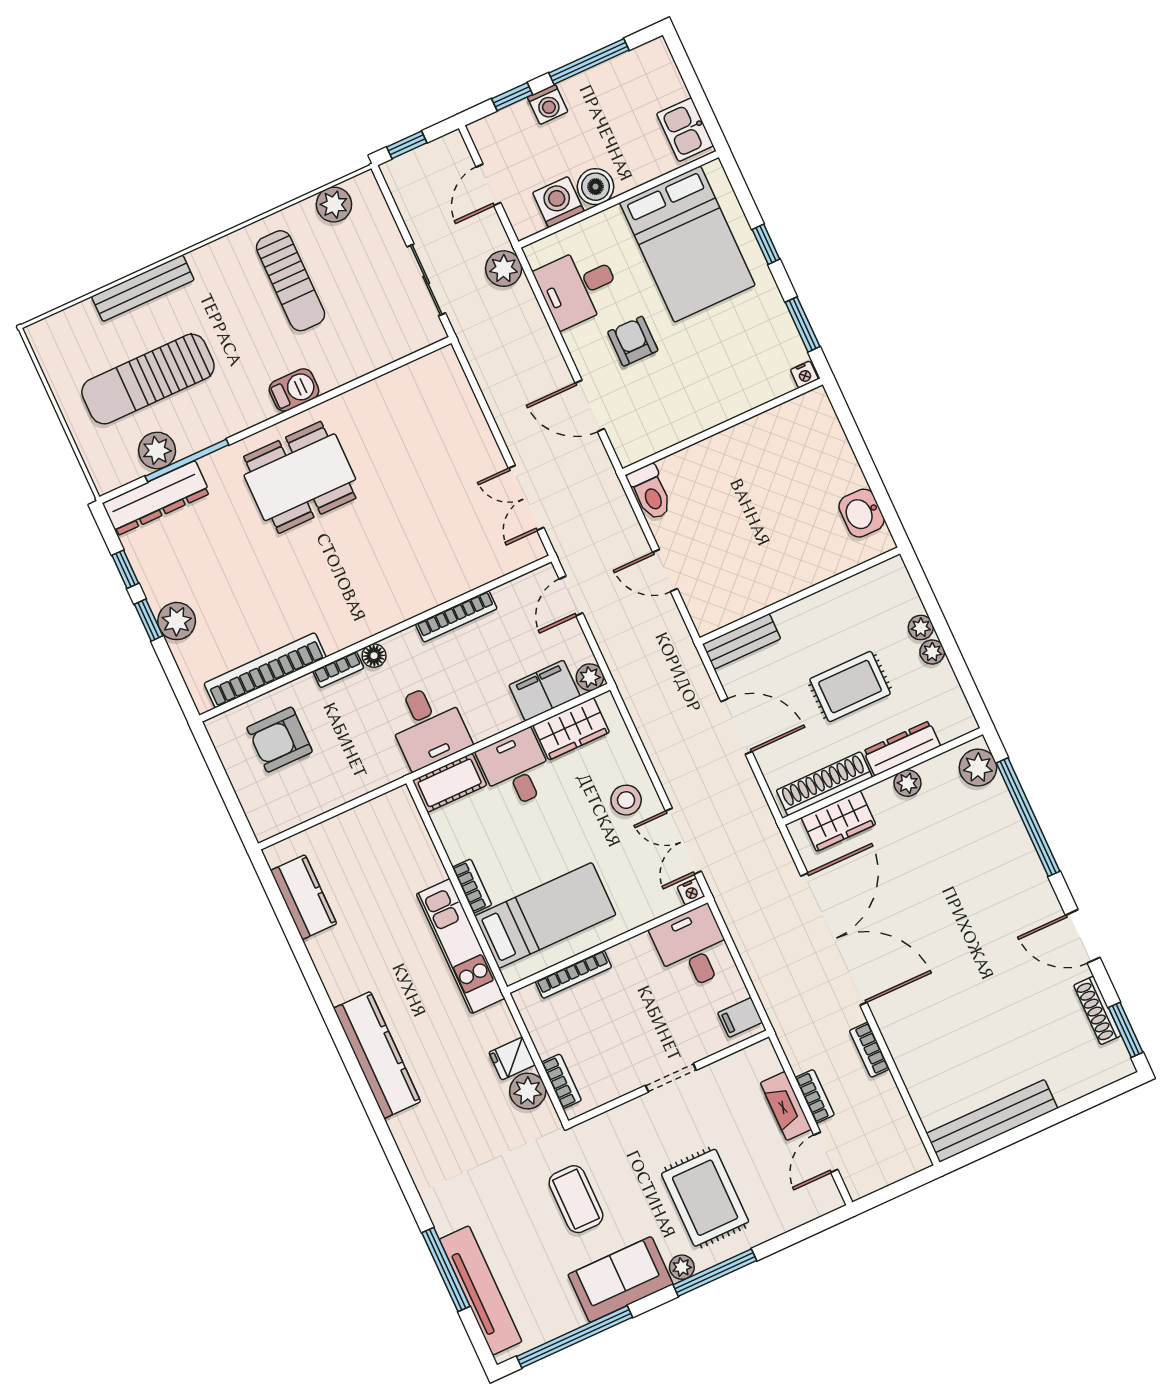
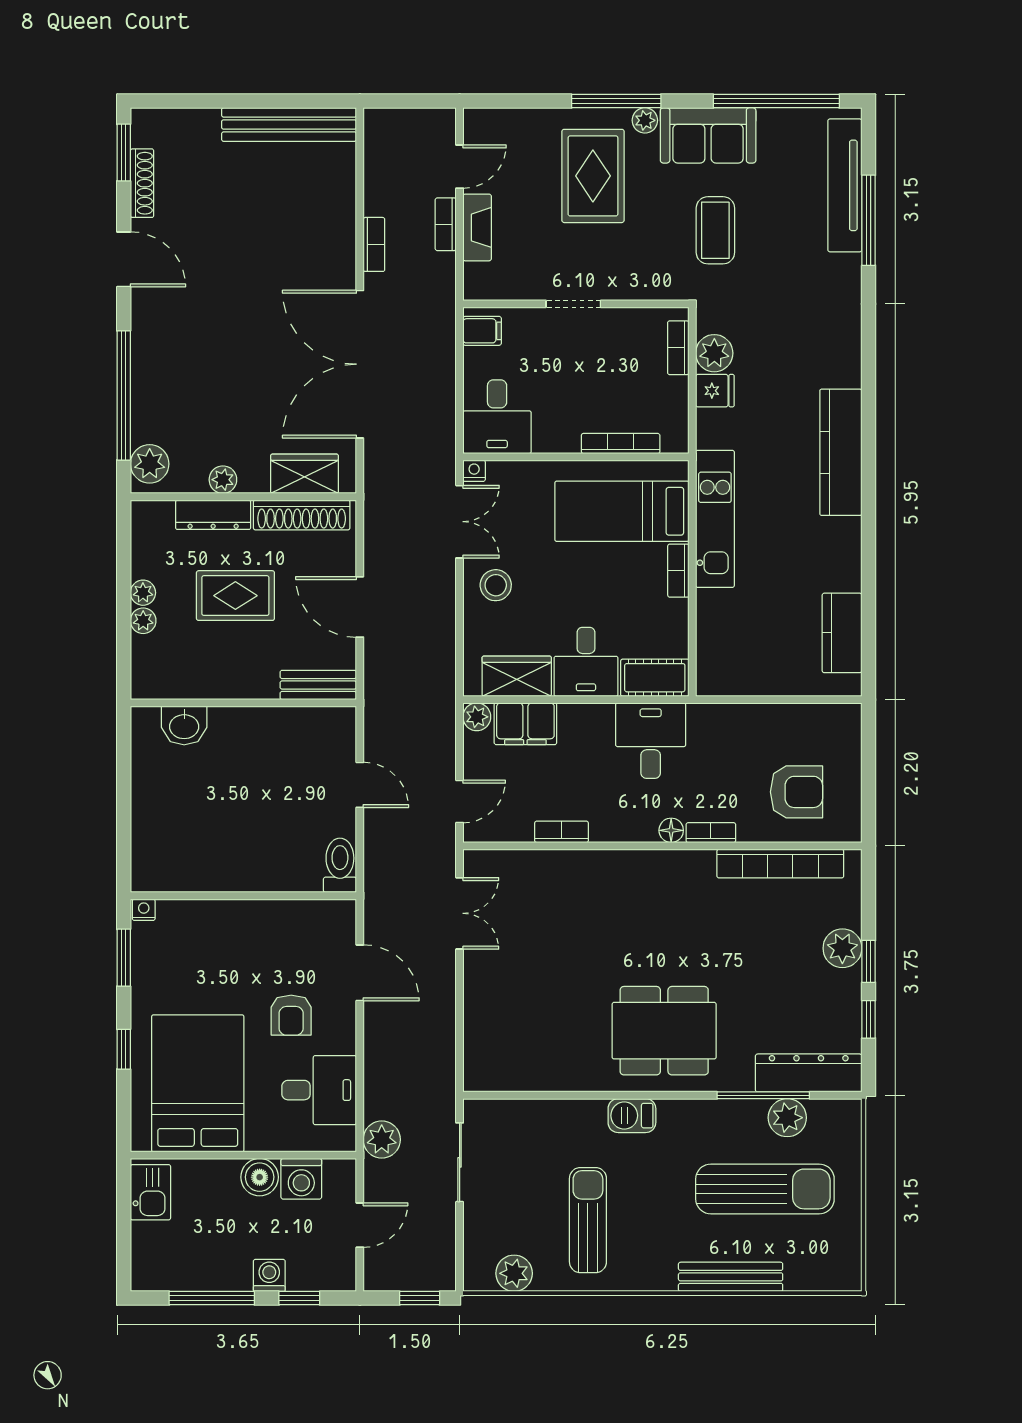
washbasin: (862, 513) -> (184, 726), moved, turned 90
bookcase: (456, 616) -> (562, 832), width x0.64

